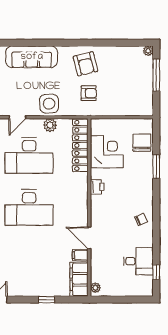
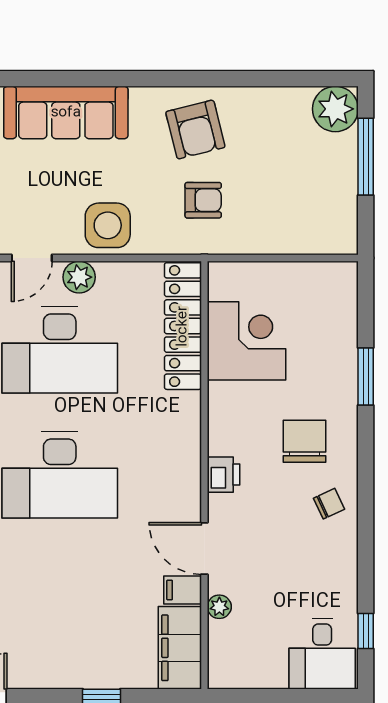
plant: (148, 51) -> (335, 109), width x1.88, depth x1.88
plant: (50, 125) -> (79, 277), moved
chair: (142, 143) -> (305, 441), moved
printer: (97, 187) -> (224, 475), moved
desk: (138, 261) -> (322, 654), moved, turned 90
plant: (95, 288) -> (219, 607), moved

